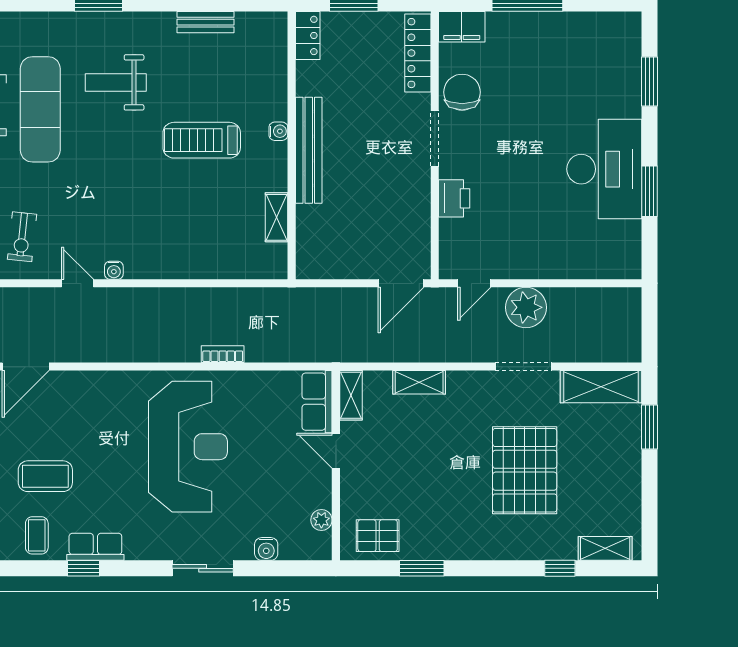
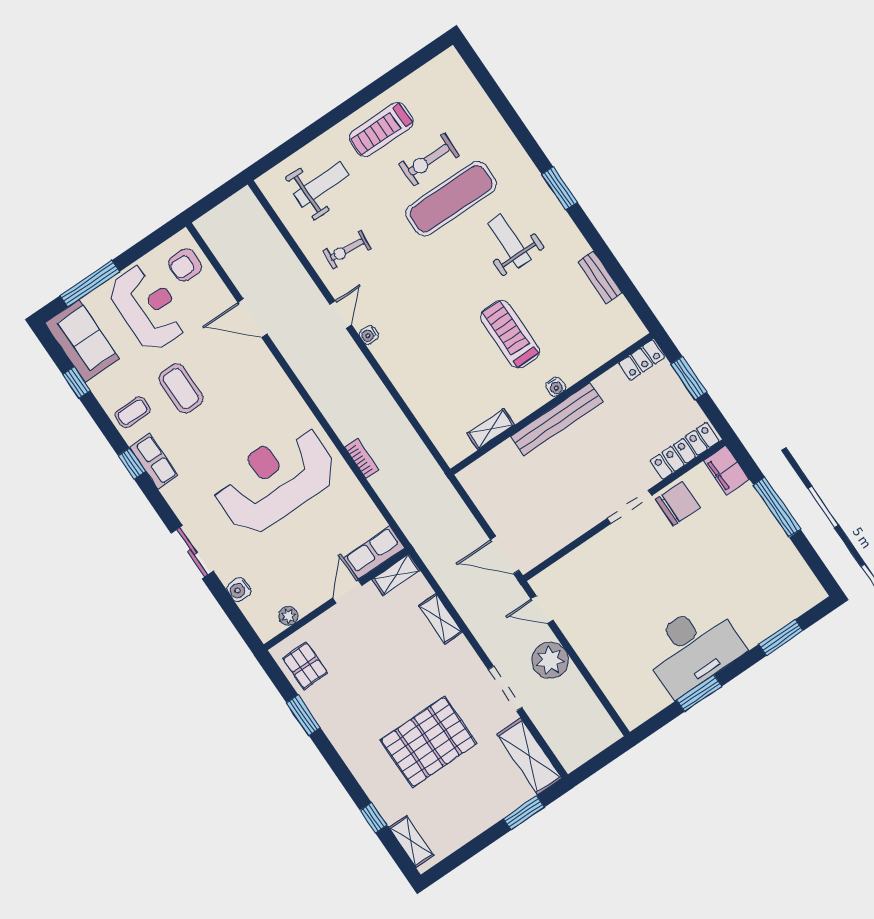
printer: (454, 198) -> (595, 552), removed
reception desk: (188, 447) -> (275, 480), turned 180

